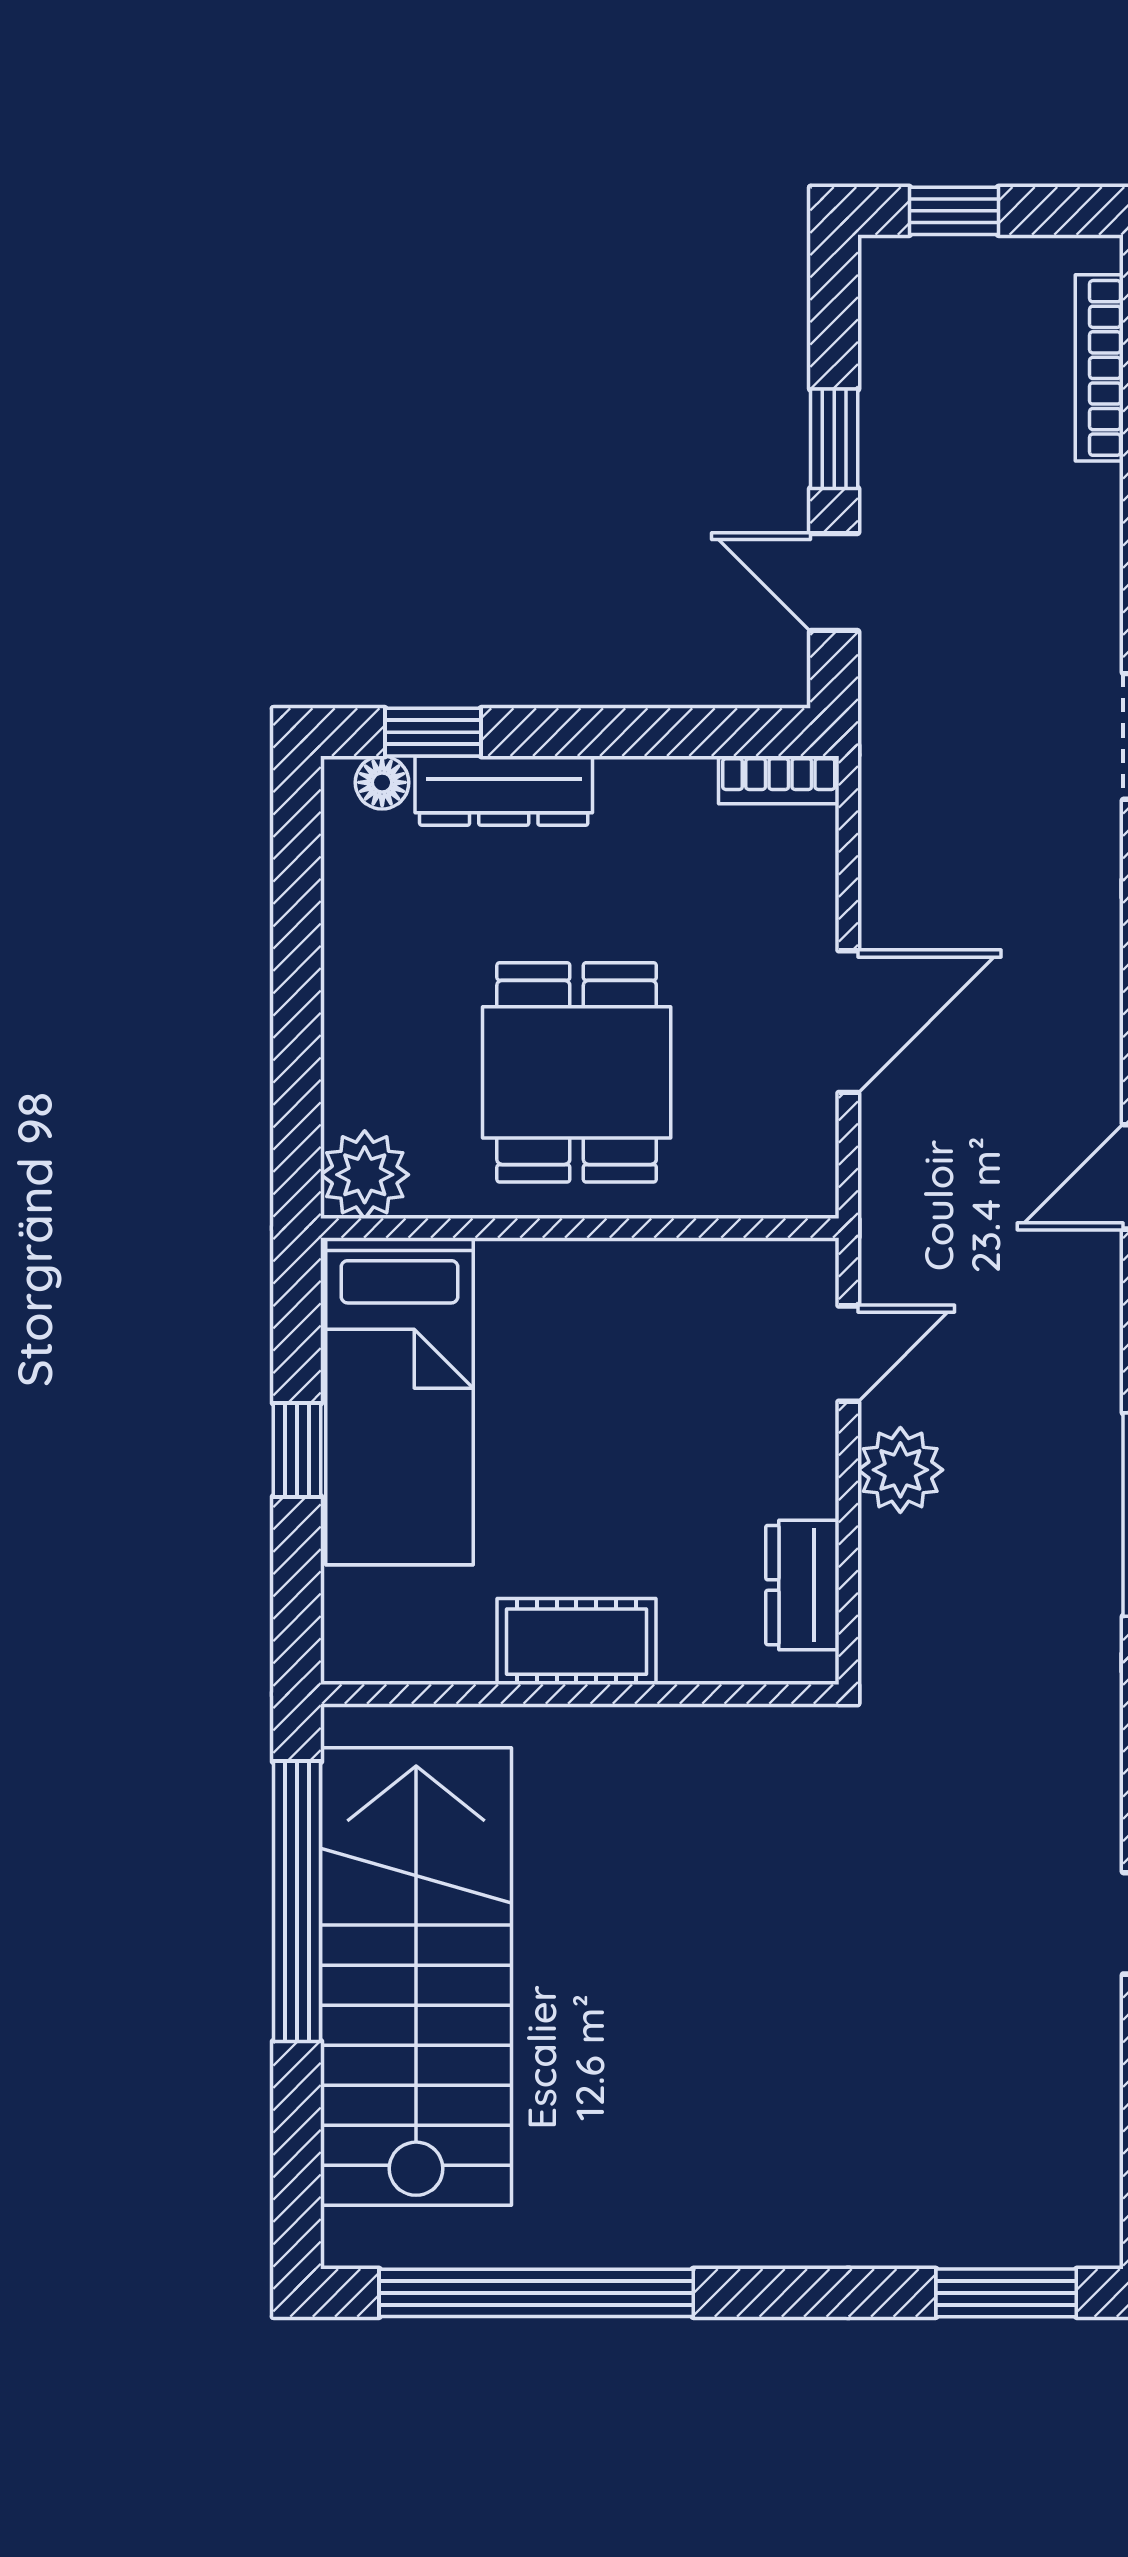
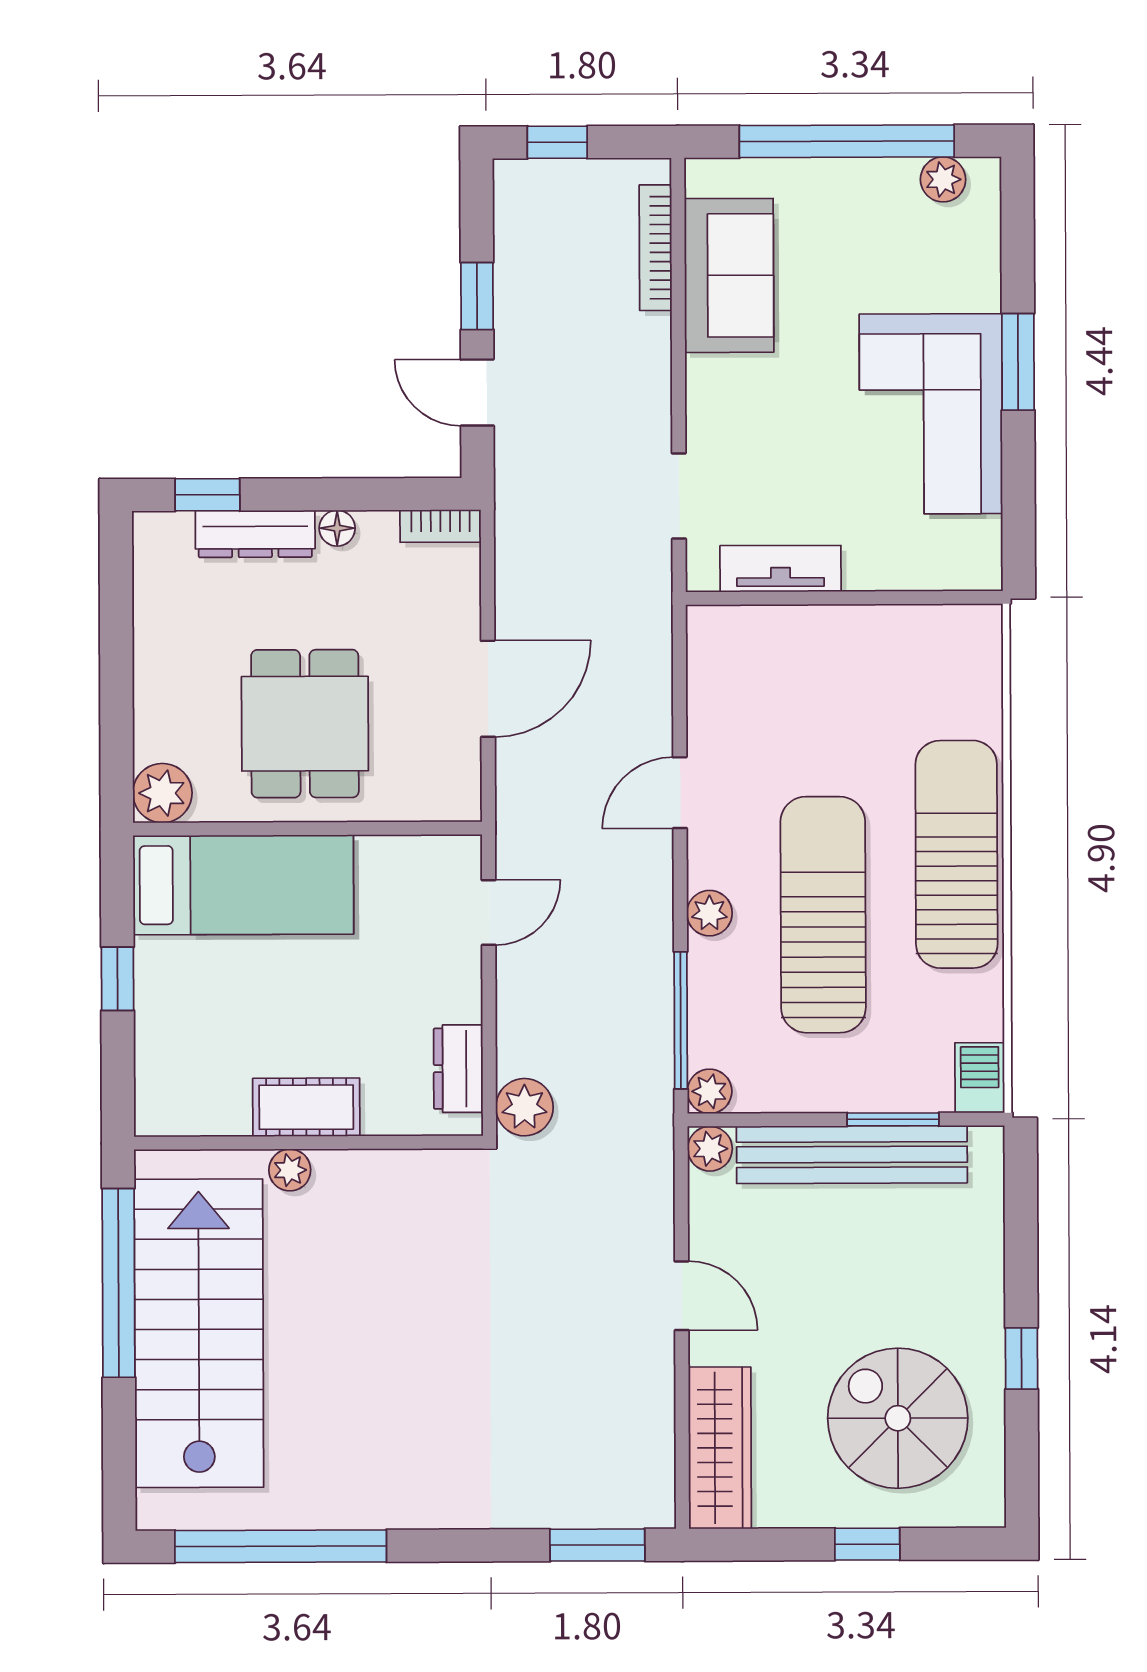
floor lamp: (382, 782) -> (337, 528), moved
bed: (400, 1401) -> (243, 885), moved, turned -90
plant: (900, 1470) -> (524, 1107), moved
plant: (552, 1735) -> (290, 1170), added

